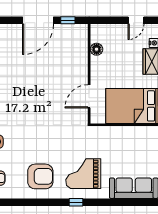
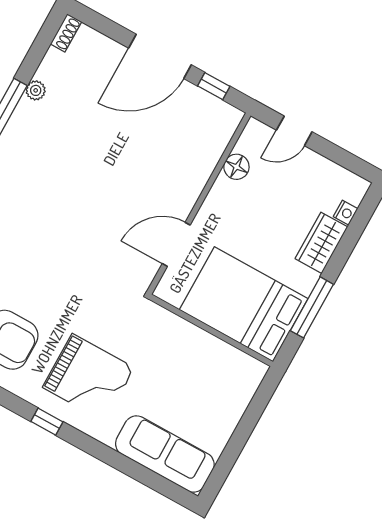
door: (136, 20) -> (294, 131), moved
grand piano: (83, 174) -> (88, 378), turned 180

